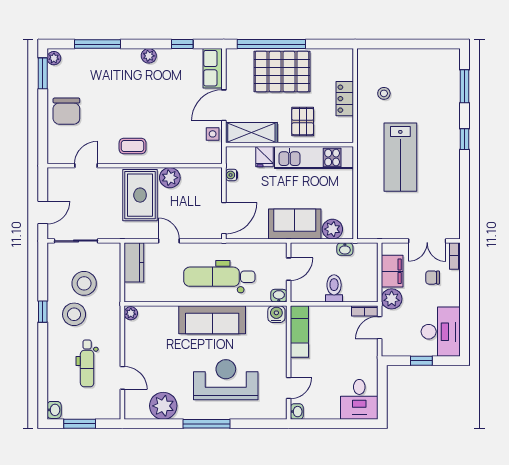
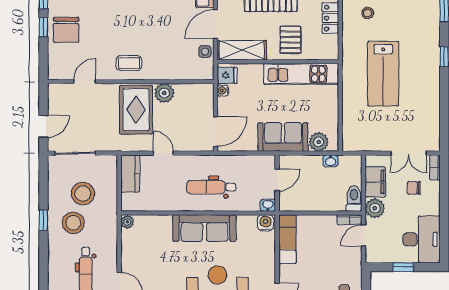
window: (43, 108) -> (43, 27), added
fridge: (264, 157) -> (227, 75), moved, turned -90
dental chair: (219, 277) -> (211, 187), width x0.73, depth x0.72
toilet: (334, 288) -> (354, 198), moved

